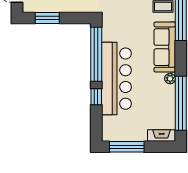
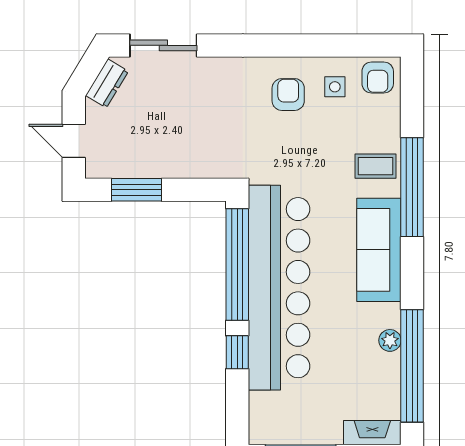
bar counter: (116, 79) -> (279, 288), width x1.36
plant: (170, 79) -> (390, 340), moved

